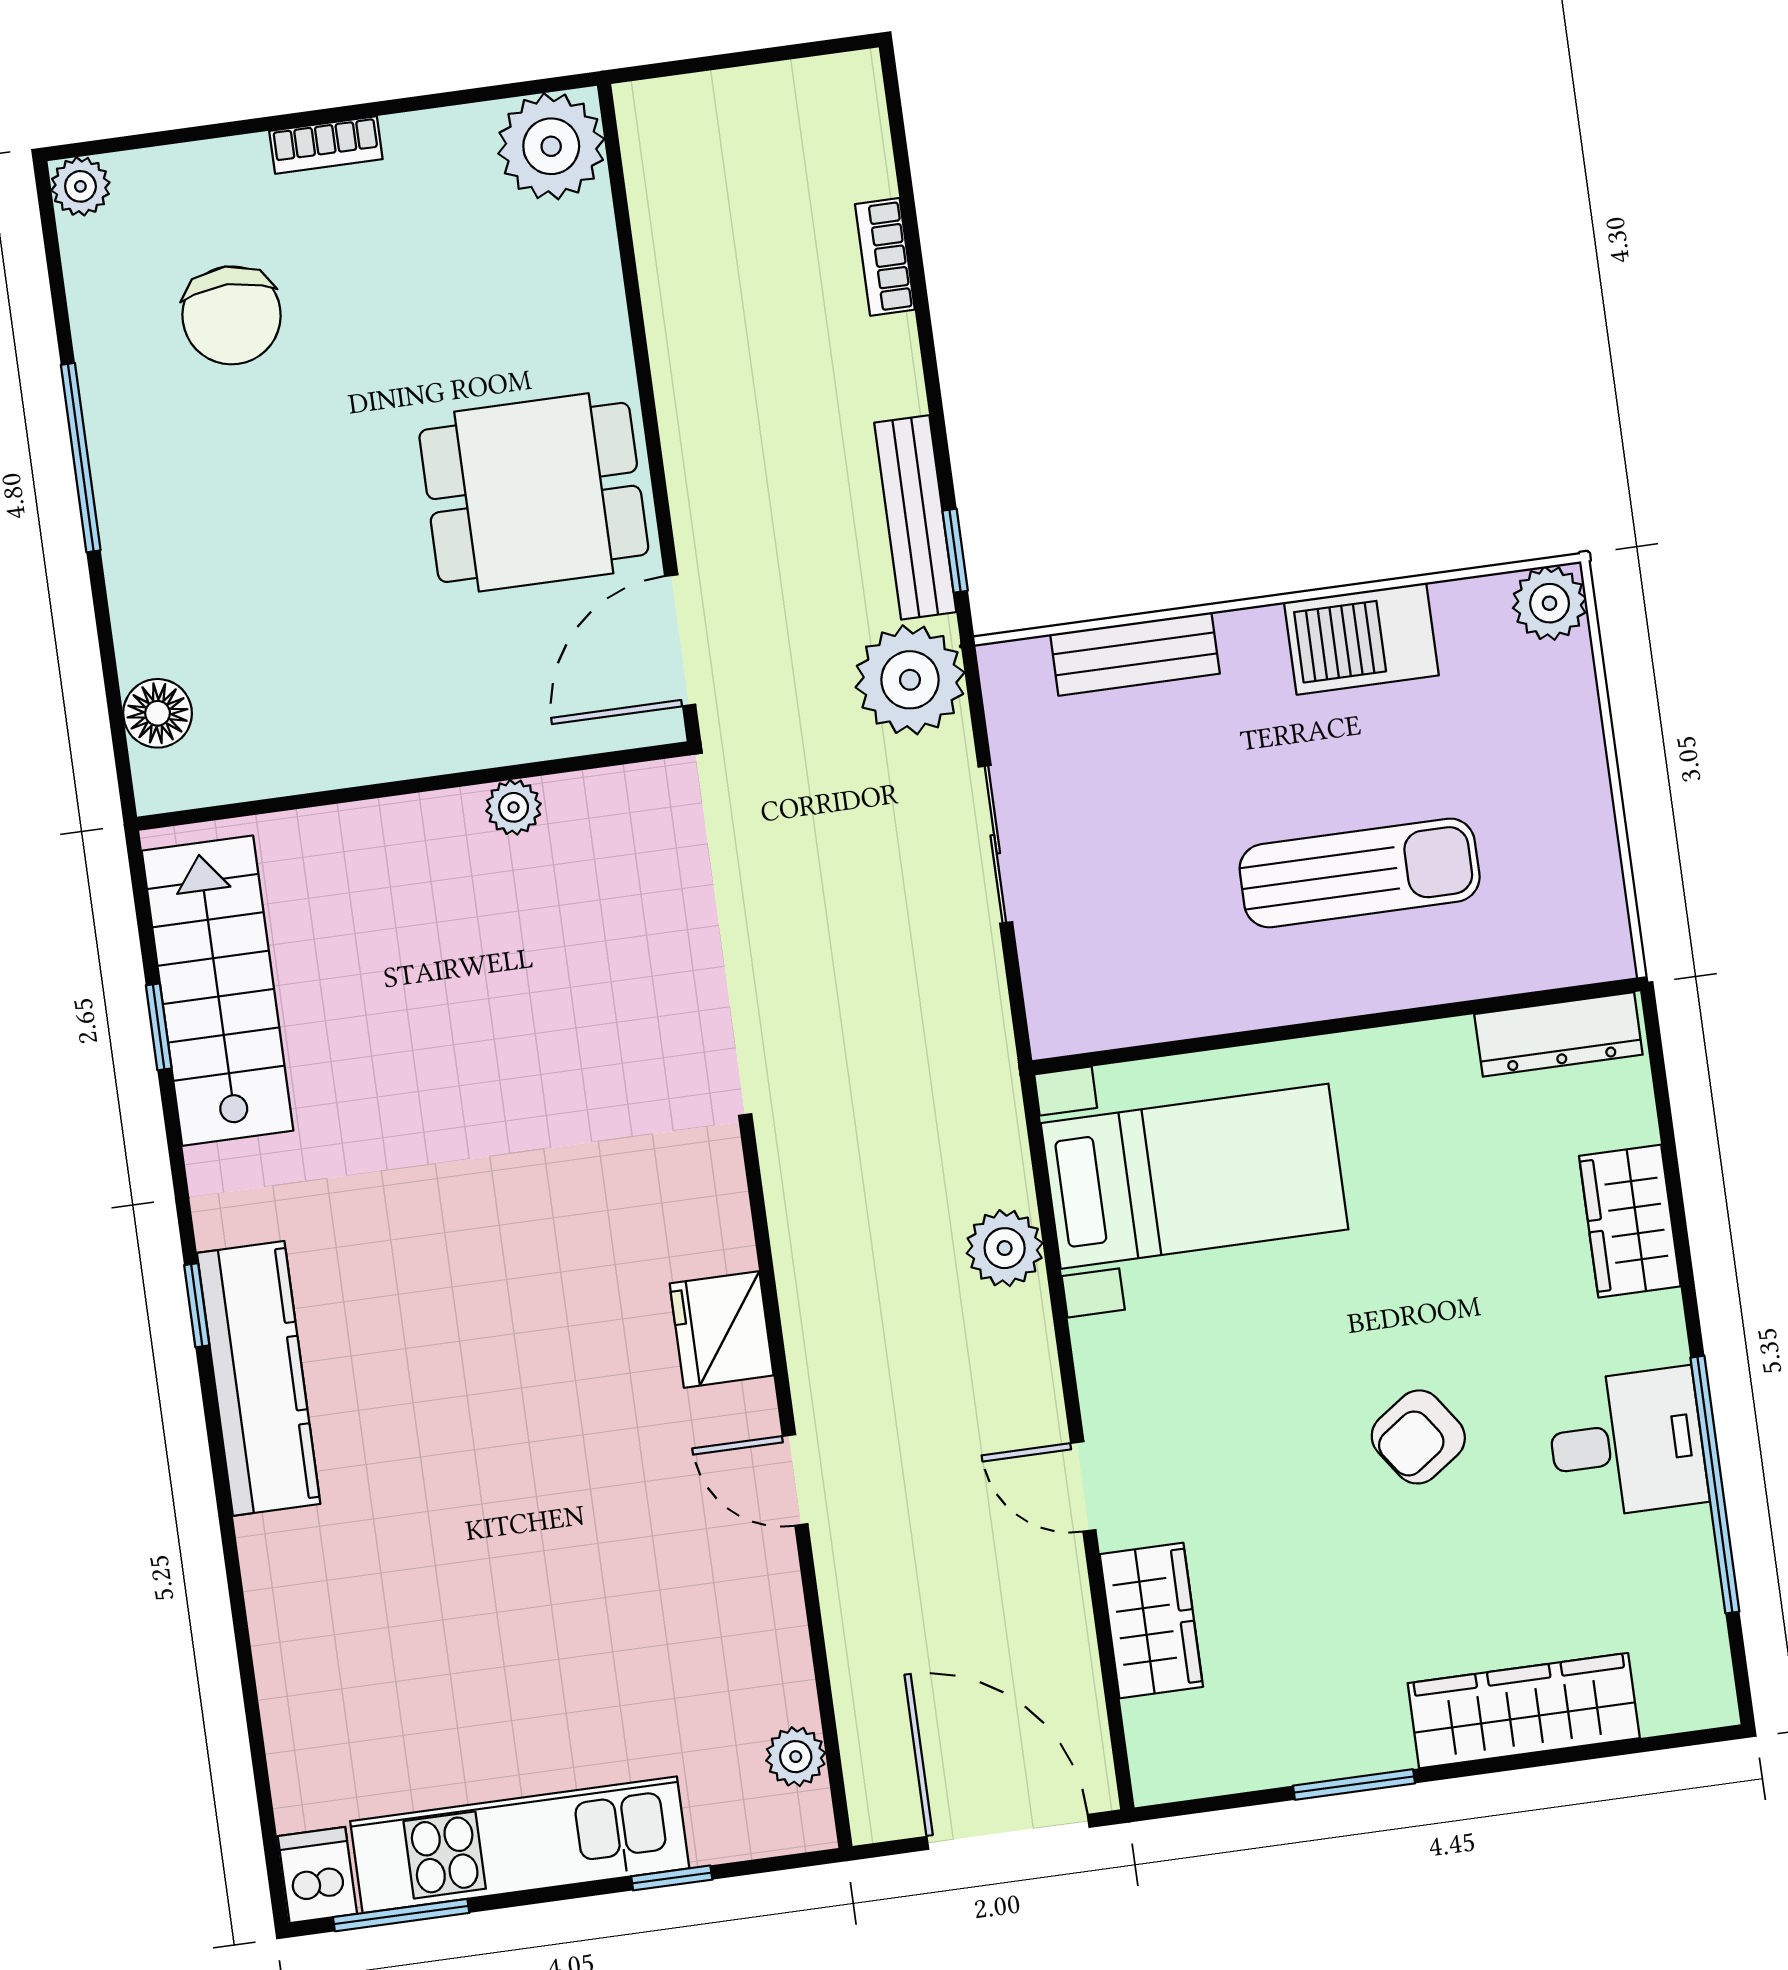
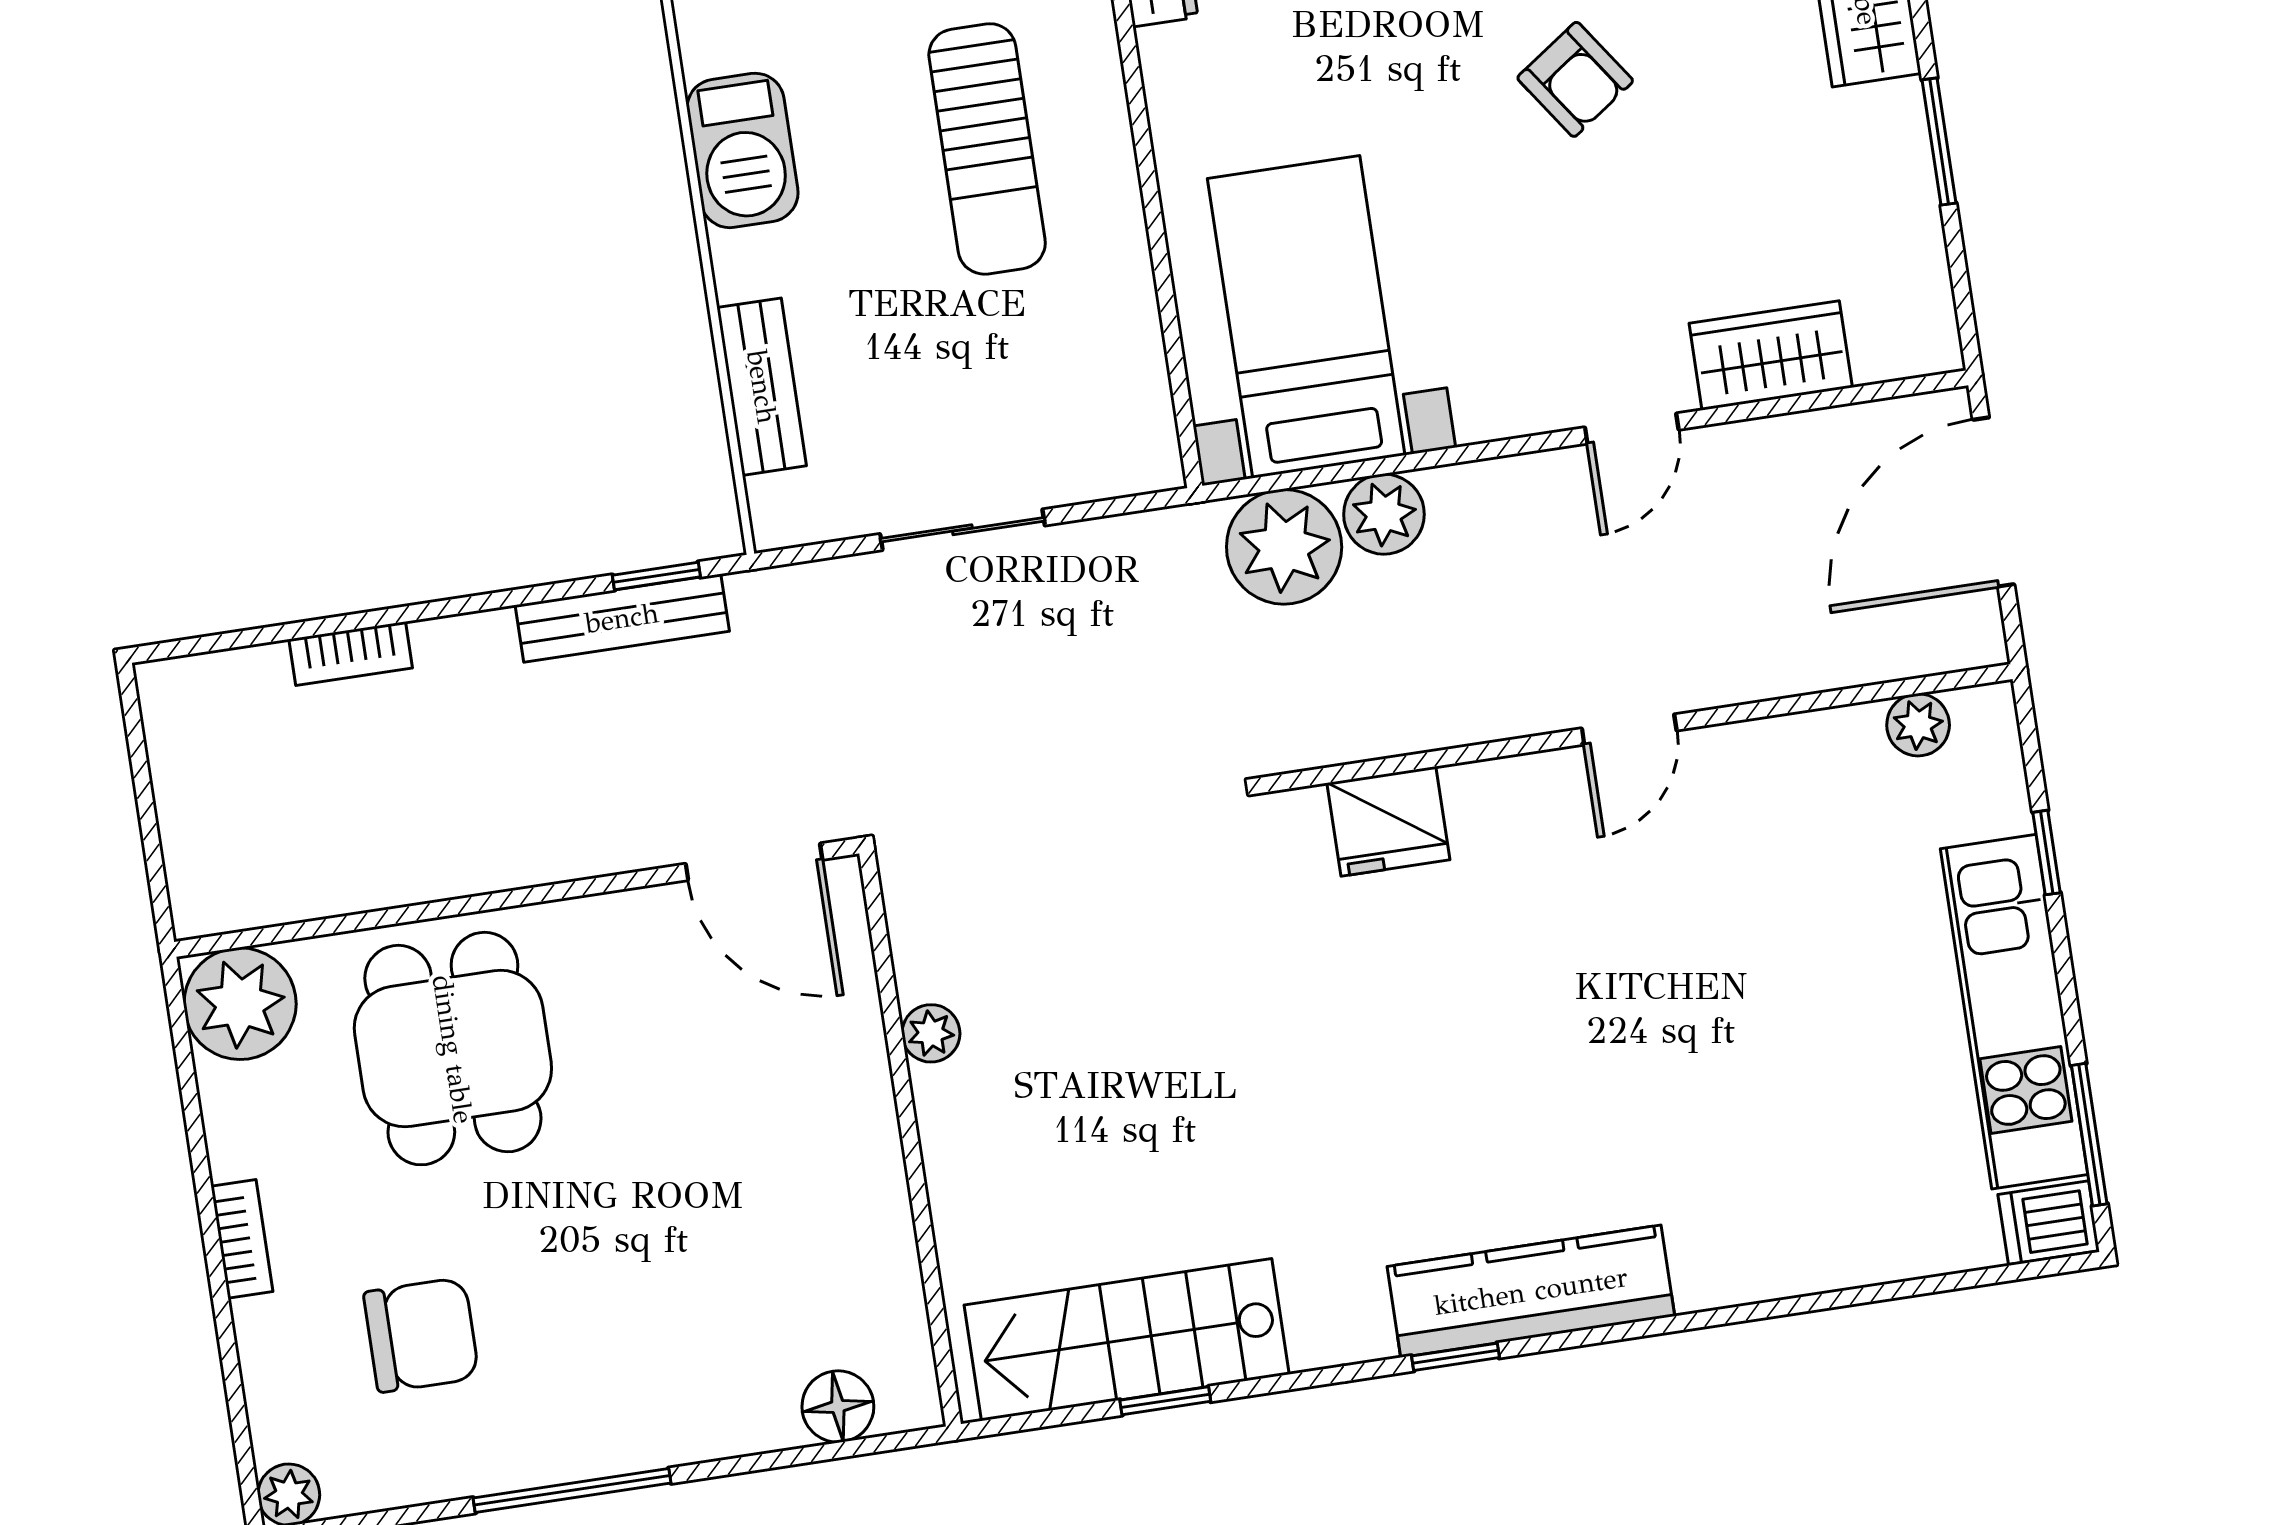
dining table: (534, 492) -> (453, 1049), moved
plant: (910, 680) -> (1284, 547), moved
sun lounger: (1360, 873) -> (987, 149), turned 180
fridge: (722, 1329) -> (1388, 821), moved

